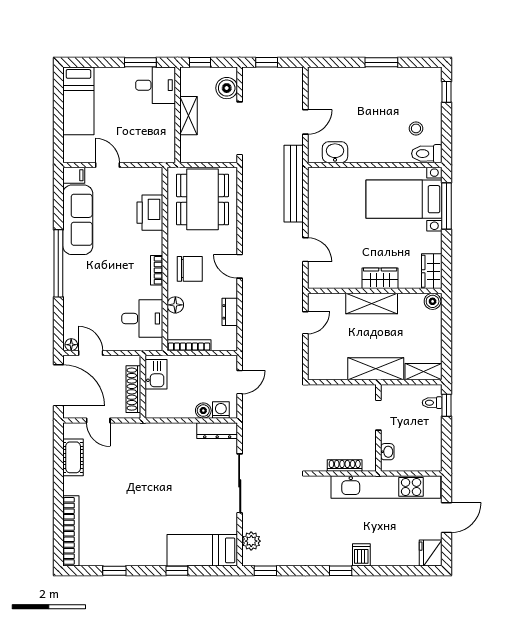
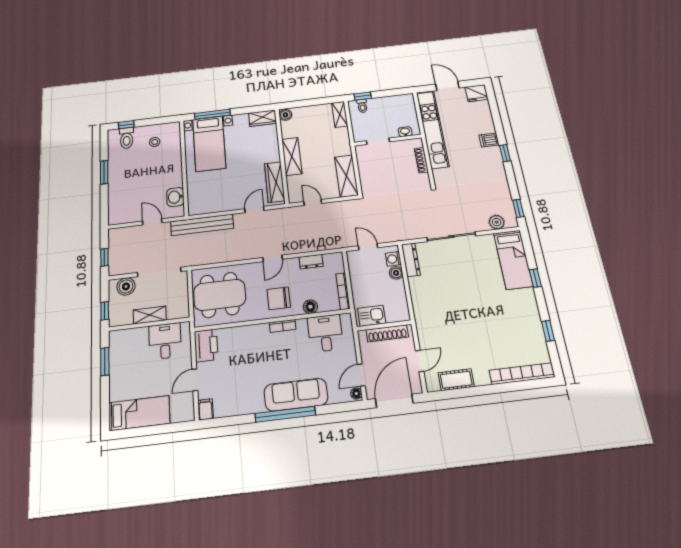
desk: (156, 85) -> (165, 341), moved
toilet: (427, 154) -> (127, 138), moved
printer: (150, 213) -> (206, 345), moved, turned -90
sofa: (78, 220) -> (296, 395), moved
chair: (190, 269) -> (279, 298), turned -90
wardrobe: (380, 278) -> (275, 182), moved, width x1.50
shelving: (376, 369) -> (346, 176), moved

